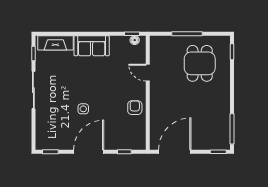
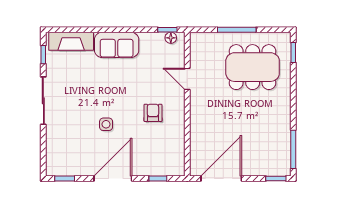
dining table: (200, 63) -> (253, 67), width x1.37
armchair: (135, 108) -> (153, 113), moved

